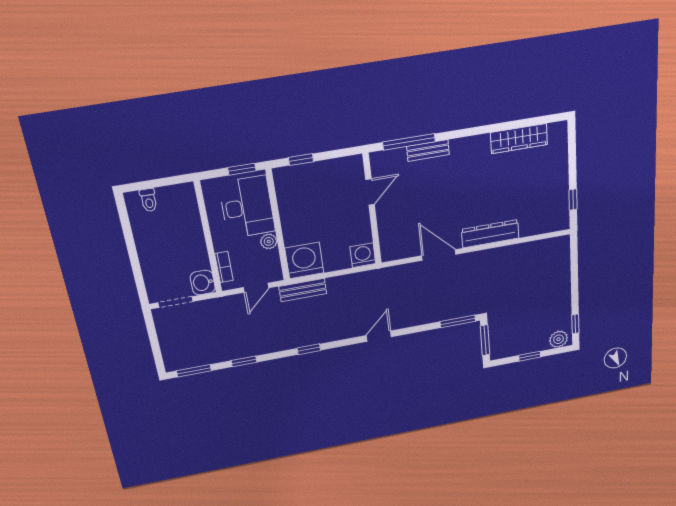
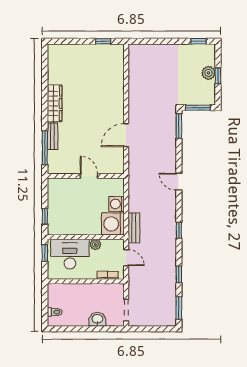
wardrobe: (519, 139) -> (55, 103), moved
door: (370, 192) -> (89, 176), moved
dresser: (490, 234) -> (117, 99), removed
washing machine: (363, 255) -> (117, 204), moved
washbasin: (203, 283) -> (97, 319), moved, turned 180
plant: (559, 339) -> (208, 73), moved

